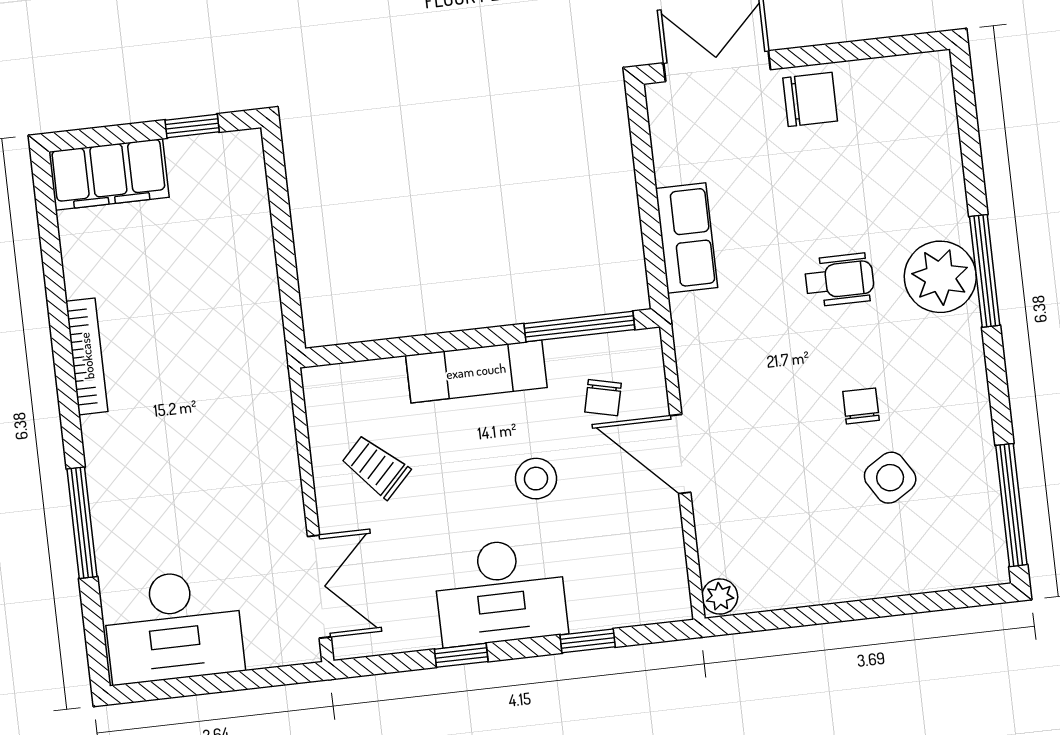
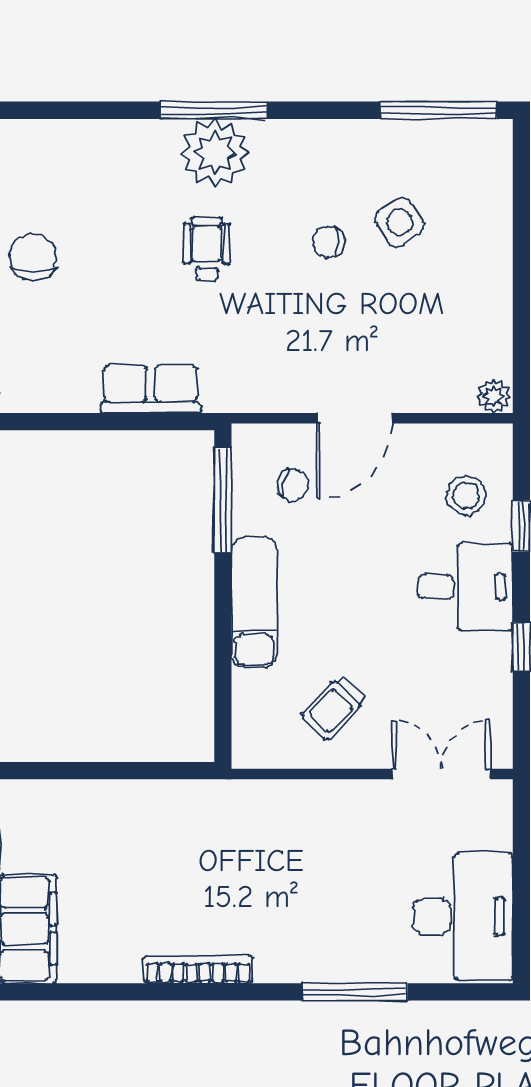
stool: (536, 479) -> (466, 496), moved
desk: (500, 592) -> (465, 587), width x0.73

